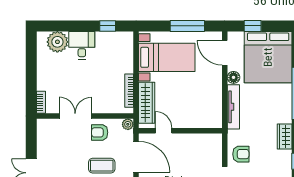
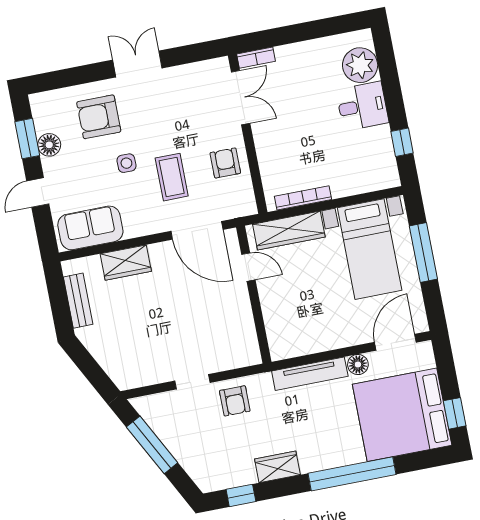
window: (187, 26) -> (423, 253), moved
window: (253, 26) -> (455, 413), moved
double door: (75, 116) -> (241, 98), moved
plant: (128, 124) -> (248, 206), removed
door: (164, 131) -> (248, 267), hinge flipped
door: (136, 157) -> (197, 230), hinge flipped

